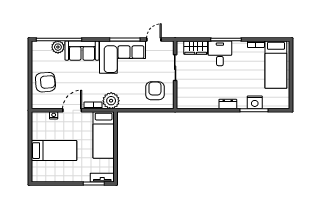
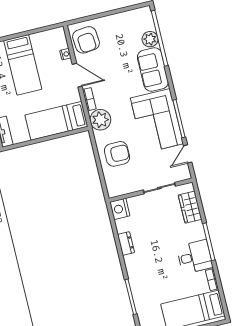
door: (154, 39) -> (188, 154), swing flipped
desk: (220, 53) -> (195, 257), moved
armchair: (45, 82) -> (86, 40), moved
armchair: (155, 91) -> (117, 154), moved
nightstand: (255, 102) -> (120, 209), moved
dresser: (228, 104) -> (126, 244), moved

